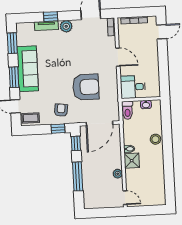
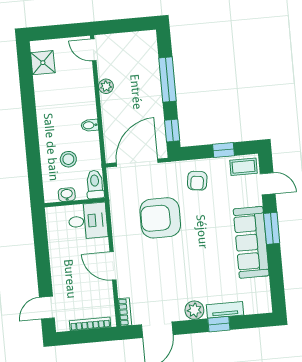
window: (12, 43) -> (276, 281), removed
window: (58, 129) -> (223, 150), moved
stool: (155, 139) -> (68, 159), moved
shower: (132, 161) -> (43, 63), moved

